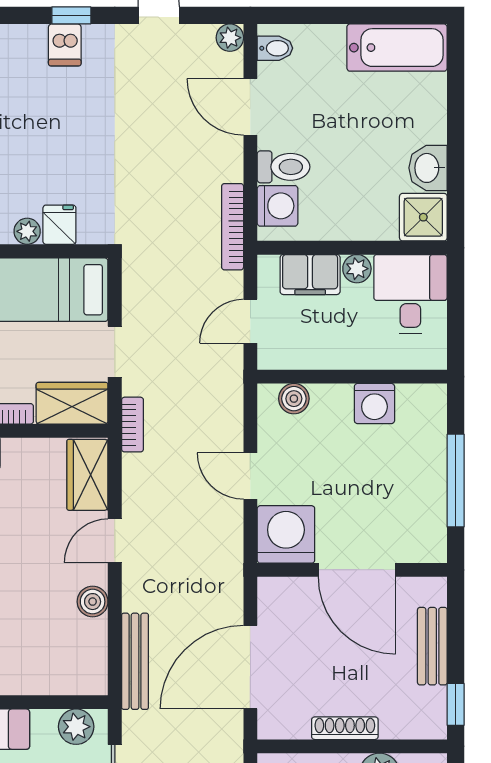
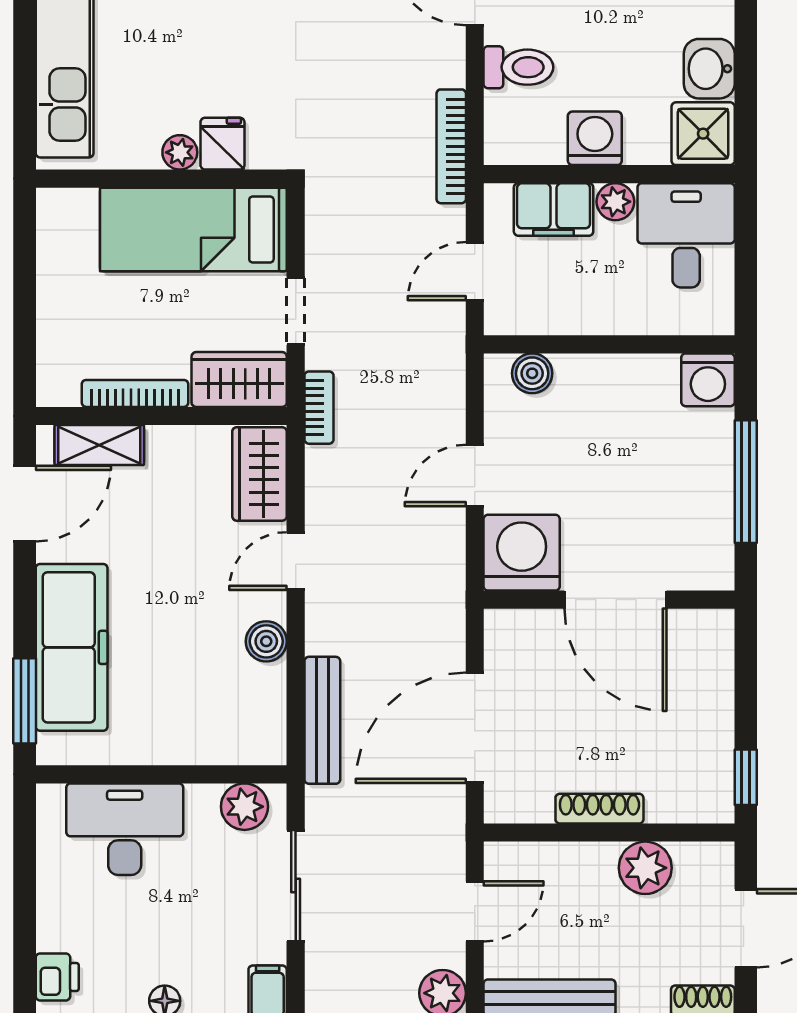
washing machine: (278, 206) -> (595, 138), moved, turned -90
washing machine: (374, 404) -> (708, 380), moved
door: (250, 476) -> (475, 475), hinge flipped
bench: (432, 646) -> (715, 700), removed

